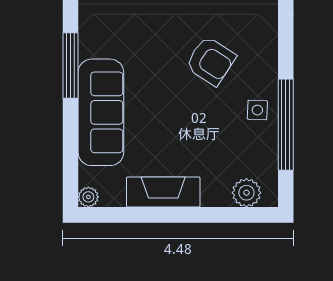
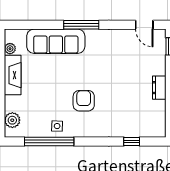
armchair: (211, 61) -> (84, 101), turned 147
plant: (88, 197) -> (10, 49), moved

